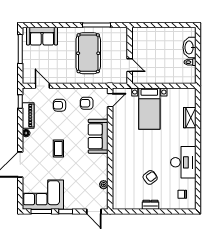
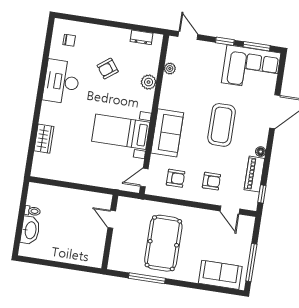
bed with nightstands: (149, 109) -> (121, 132), moved, turned -90
coffee table: (58, 148) -> (222, 125), width x1.86, depth x1.72
plant: (118, 172) -> (149, 82), added
dresser: (150, 205) -> (142, 37), moved

